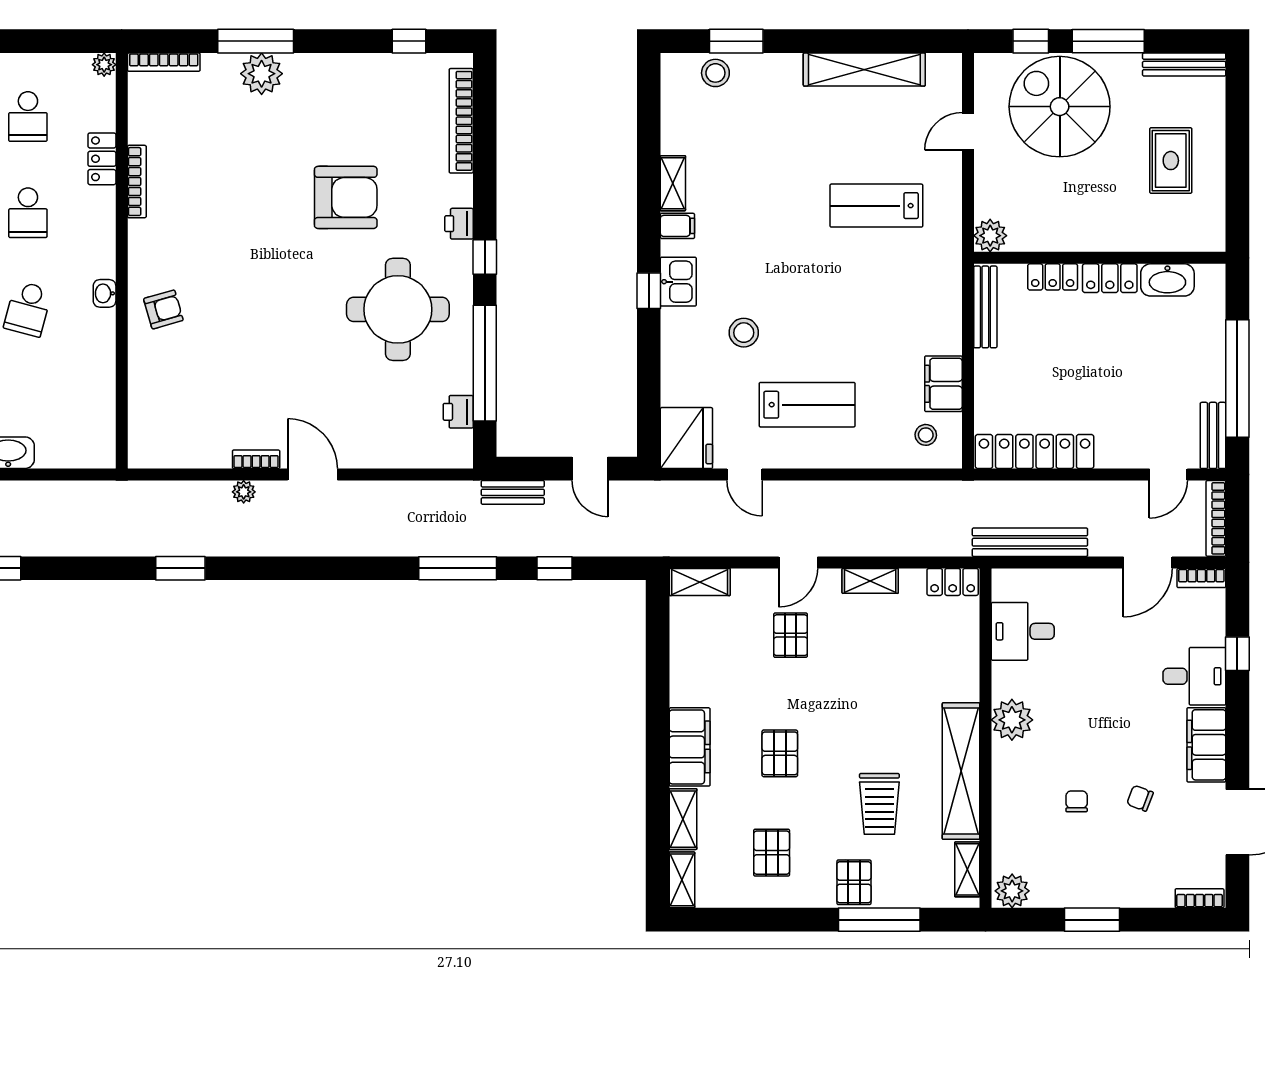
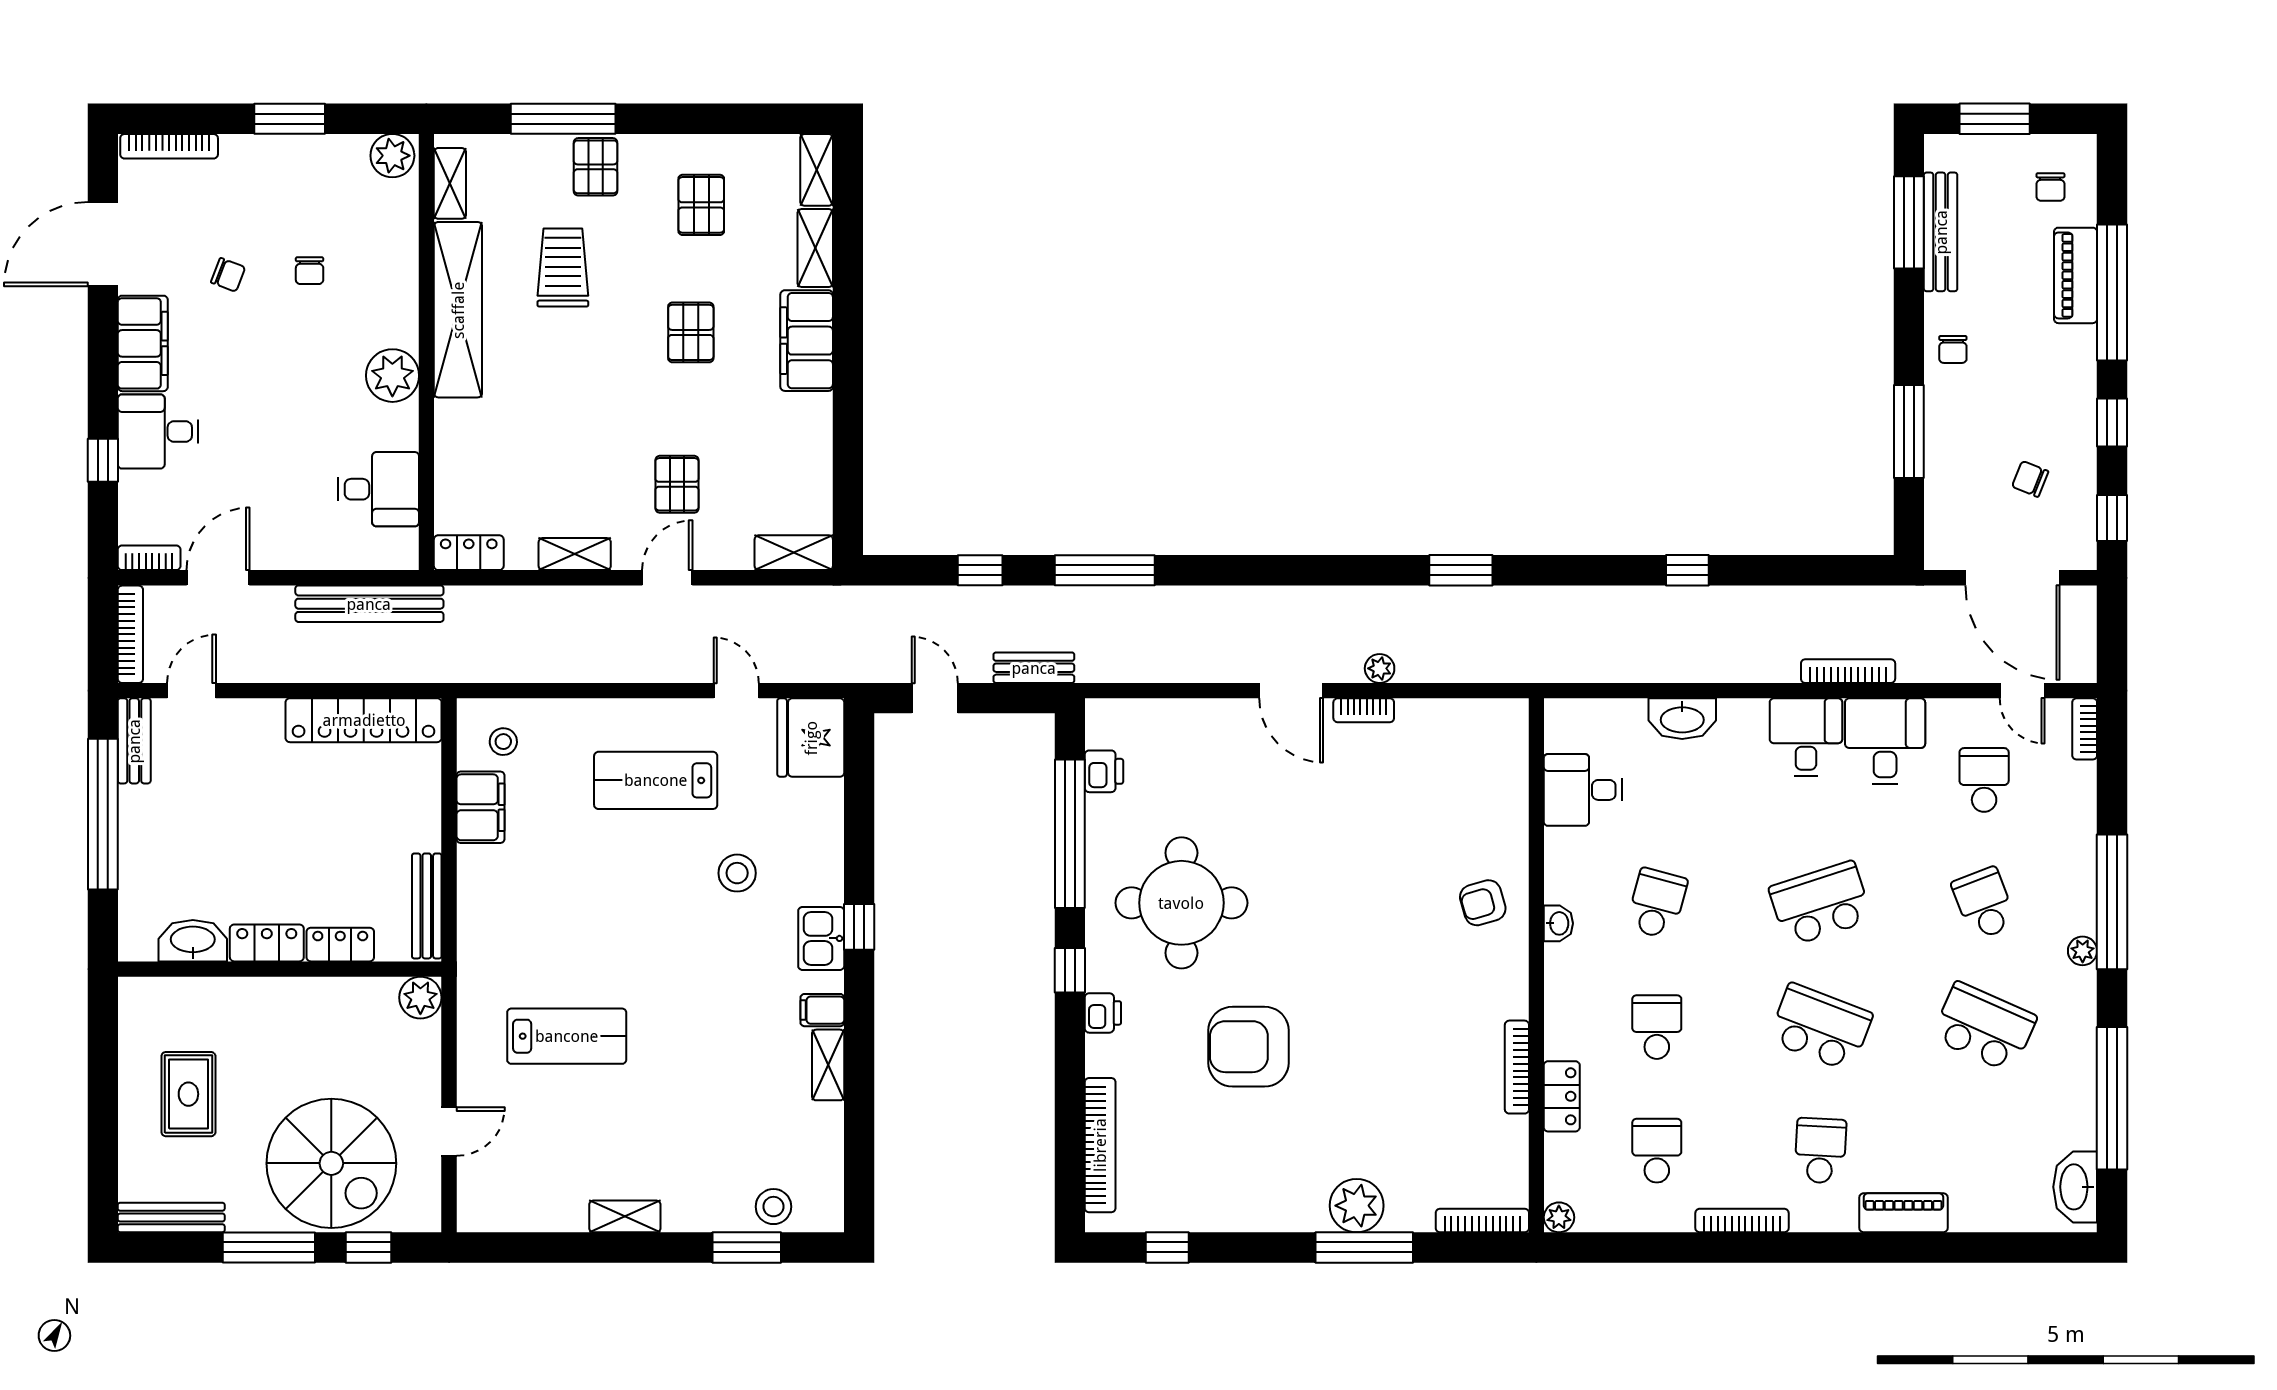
shelving: (864, 69) -> (625, 1216), width x0.45, depth x0.75
desk: (86, 397) -> (1583, 790), added
bookcase: (1200, 898) -> (169, 146), width x1.56

